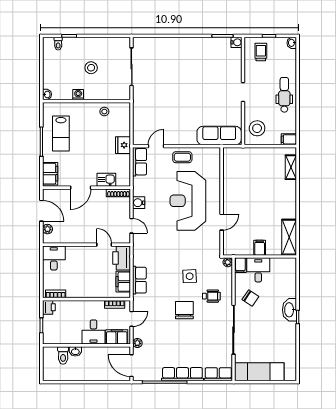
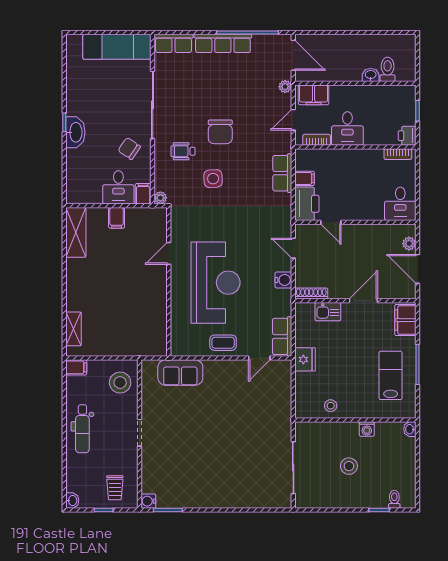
sofa: (219, 136) -> (180, 373), width x0.73
filing cabinet: (123, 282) -> (305, 178), width x0.50
desk: (94, 332) -> (347, 128), moved, turned 180

